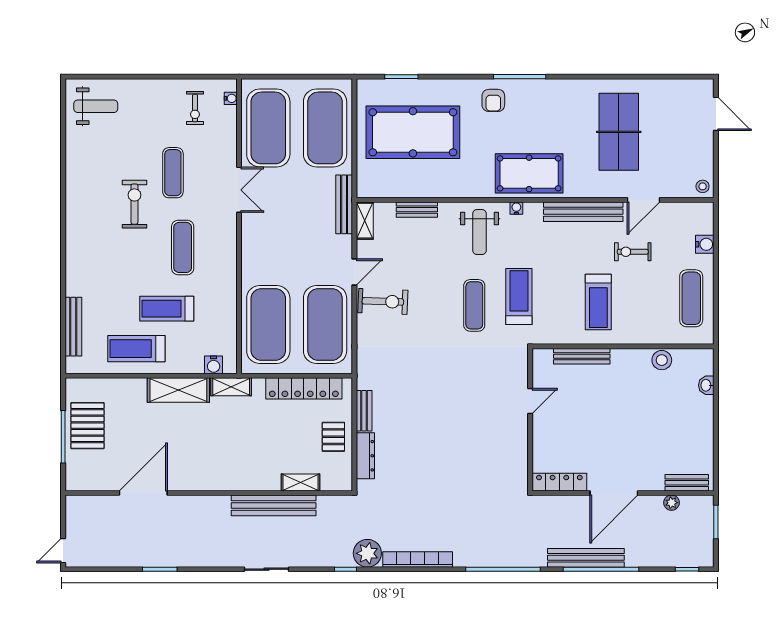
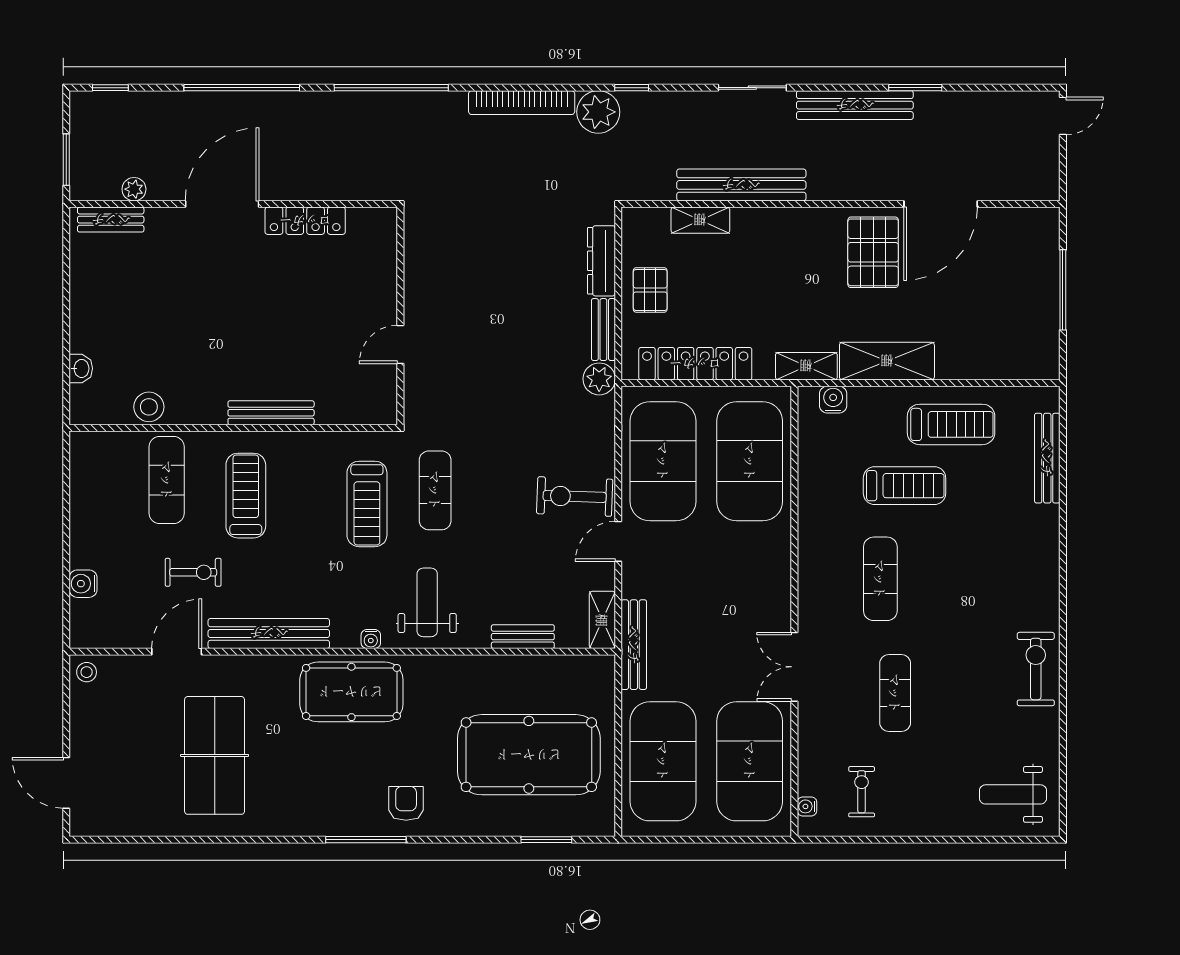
exercise bike: (134, 204) -> (1036, 669), moved, turned 180
exercise mat: (691, 298) -> (167, 480), moved
plant: (367, 378) -> (599, 379), added
door: (530, 401) -> (400, 344), moved
wall: (530, 420) -> (400, 316), moved
pallet: (87, 426) -> (873, 252), moved
bench: (586, 558) -> (855, 105), moved

